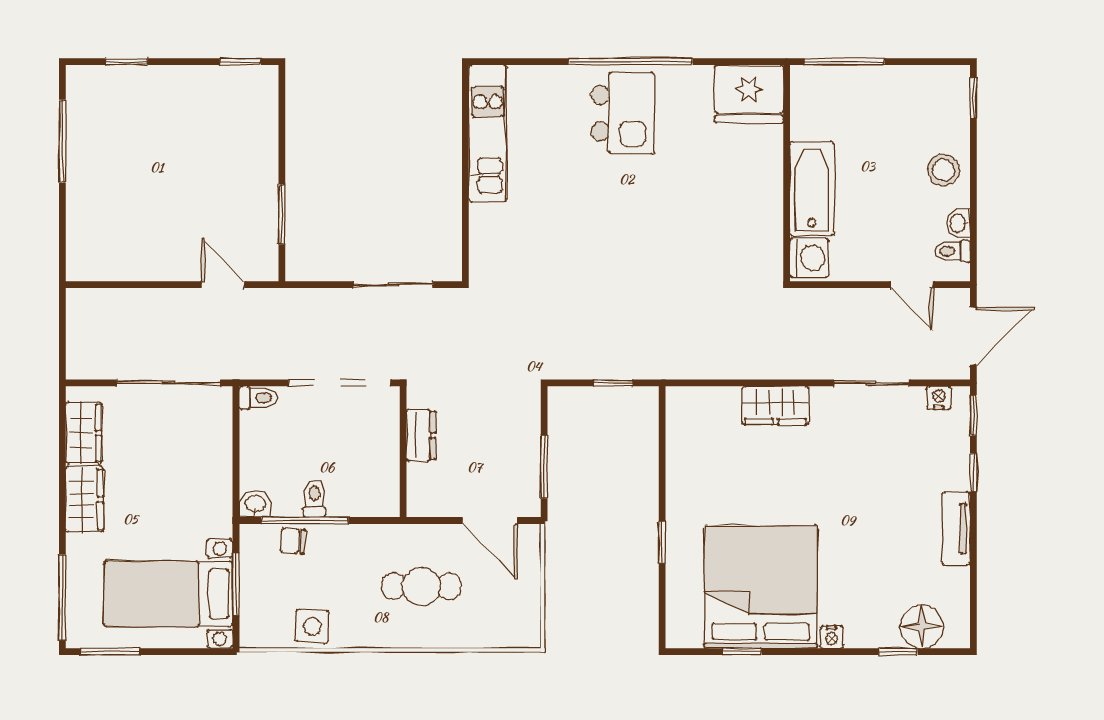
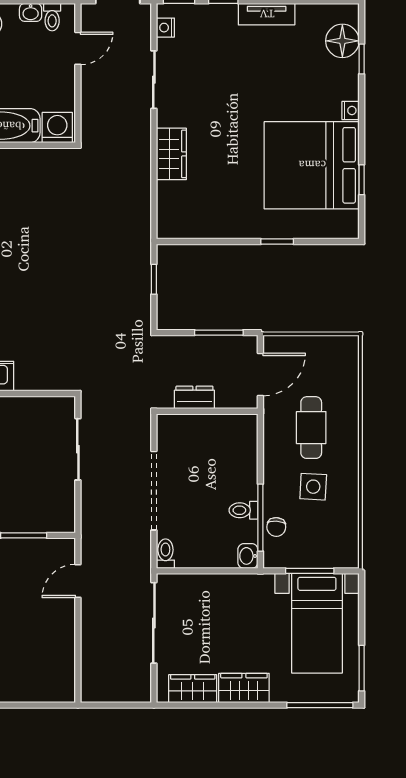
dresser: (421, 435) -> (194, 397), moved
wall: (403, 452) -> (207, 411), moved
side table: (312, 627) -> (313, 487), moved

